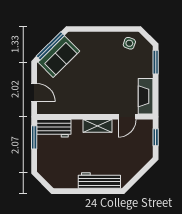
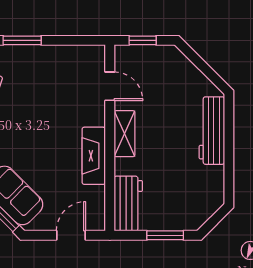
fireplace: (146, 96) -> (94, 156), moved, turned 90
window: (34, 137) -> (165, 235), moved

